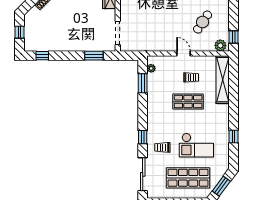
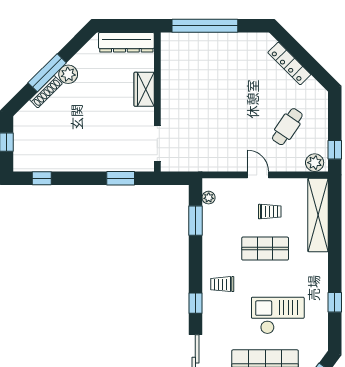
checkout: (196, 145) -> (278, 315), turned 180
trolley: (162, 147) -> (222, 284), moved

